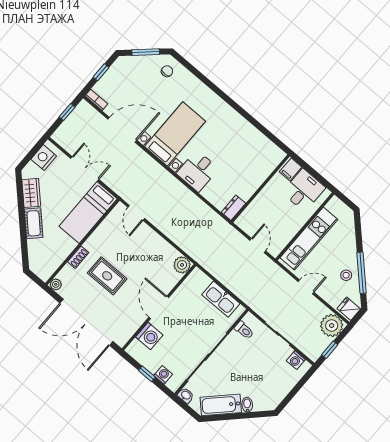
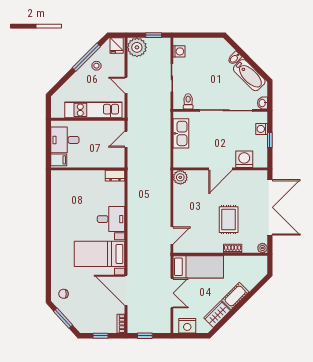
double door: (85, 169) -> (172, 293), swing flipped

